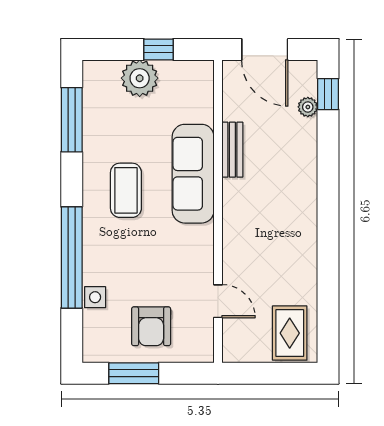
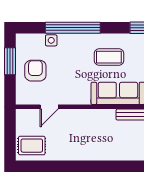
armchair: (151, 326) -> (35, 71), turned 90

